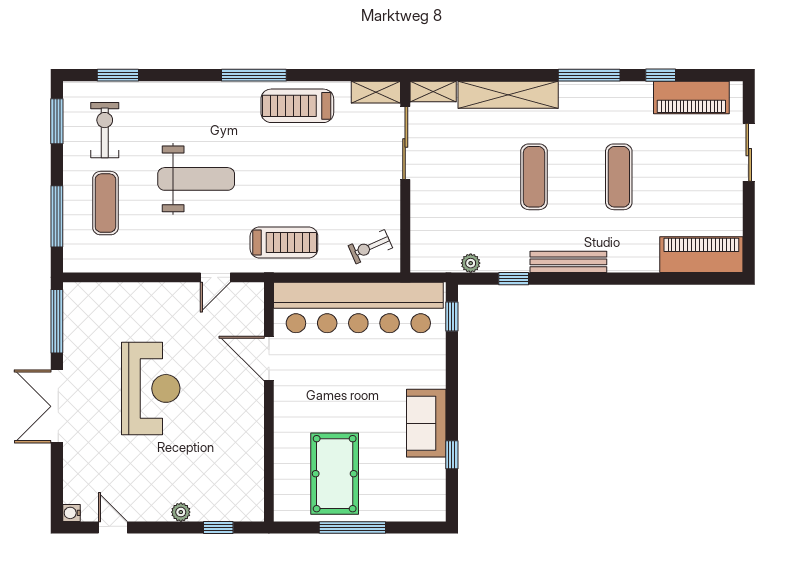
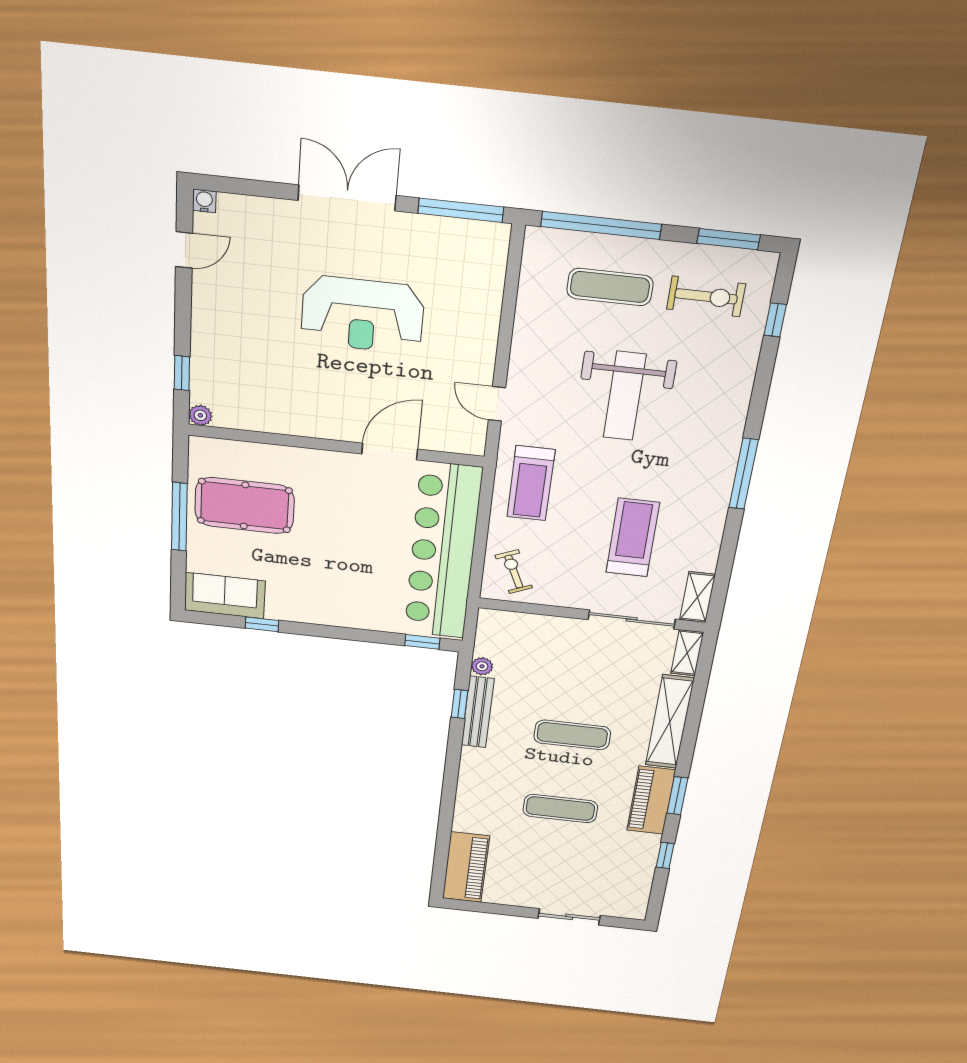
window: (118, 75) -> (775, 320), width x0.67
window: (589, 75) -> (677, 796), width x0.69
piano: (691, 97) -> (651, 800), moved
treadmill: (297, 106) -> (633, 538), moved
window: (57, 216) -> (601, 225), width x1.46
bench: (568, 262) -> (478, 712), moved
sofa: (426, 423) -> (225, 596), moved
plant: (181, 512) -> (200, 415), moved

